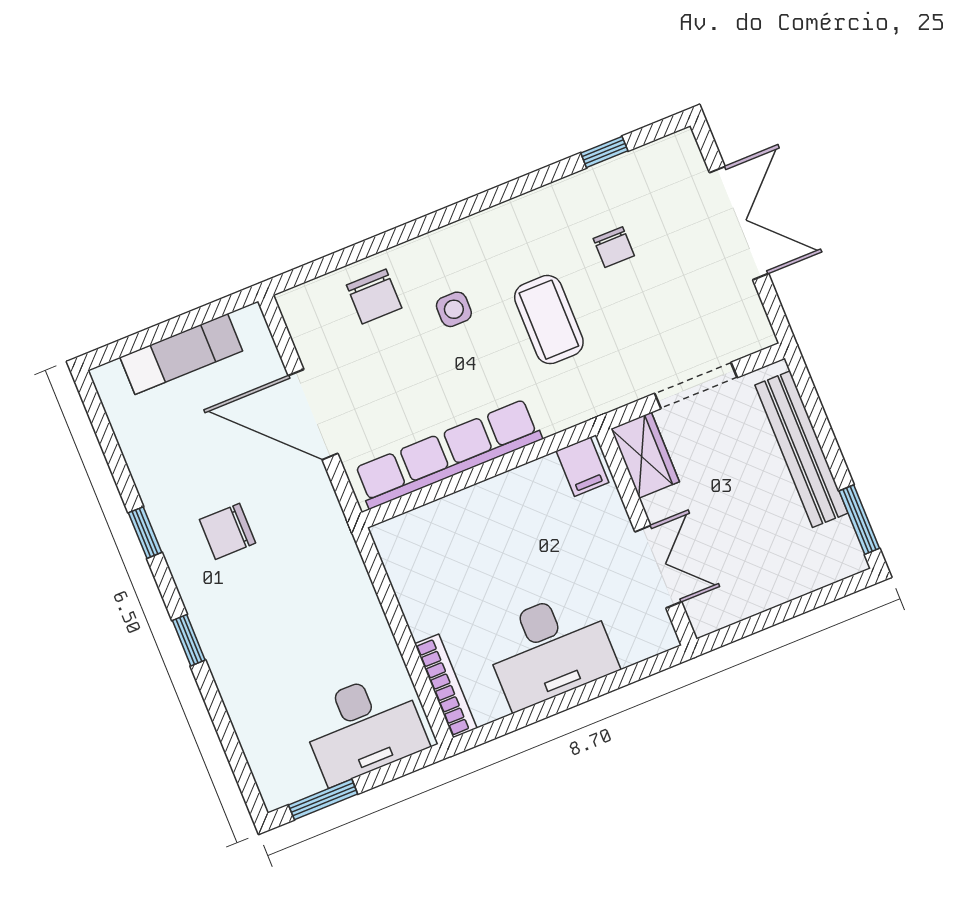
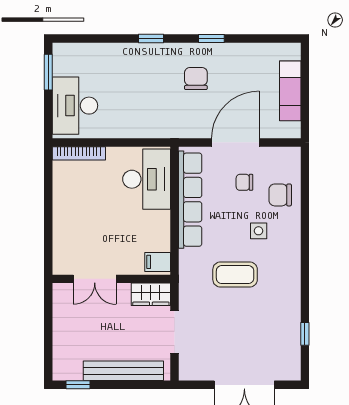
chair: (614, 247) -> (244, 182), moved
window: (859, 520) -> (78, 385), width x0.67
desk: (550, 649) -> (147, 179), moved, turned 180

